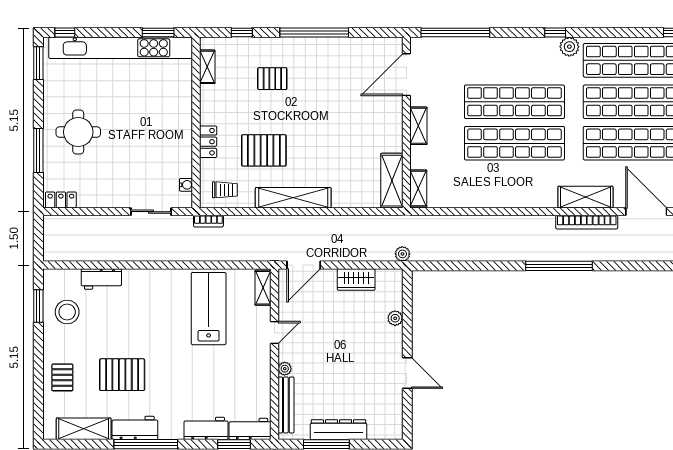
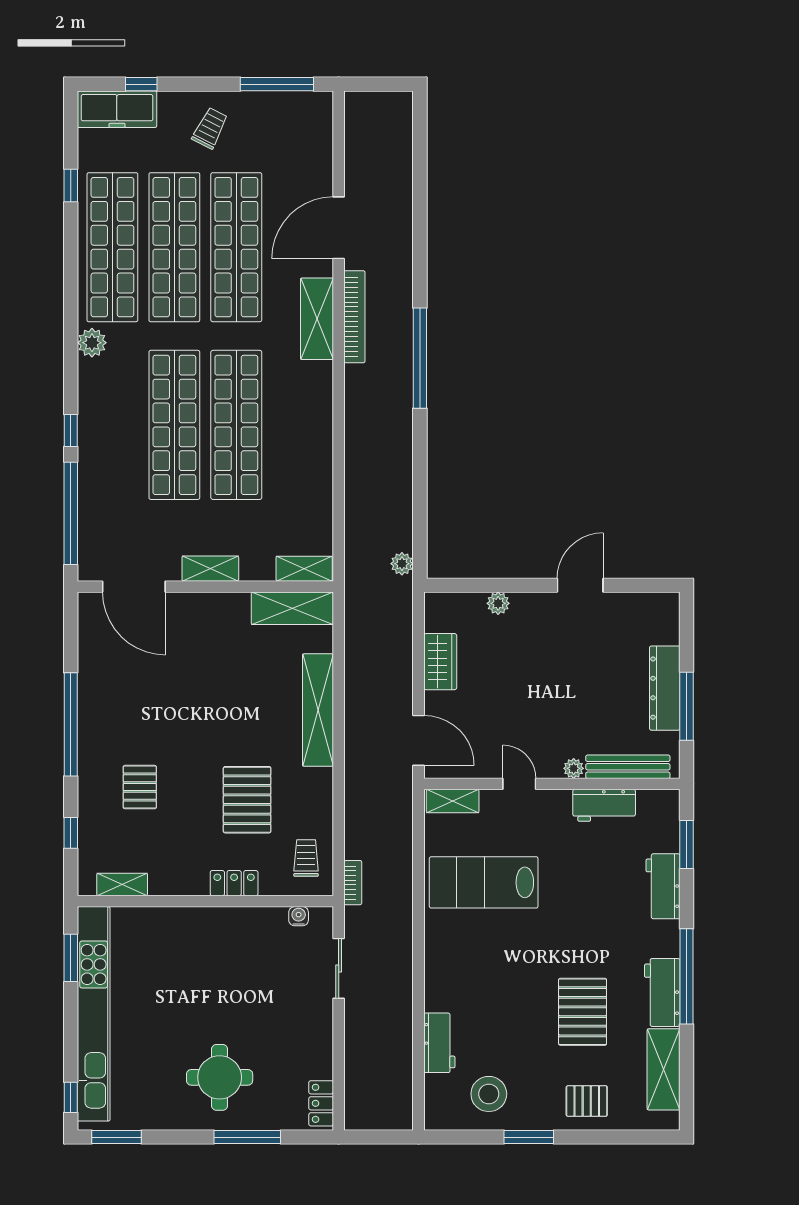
window: (555, 32) -> (71, 430), moved
shelving: (293, 198) -> (318, 710), moved
plant: (402, 254) -> (402, 564), moved
window: (38, 306) -> (529, 1137), moved
workbench: (250, 429) -> (604, 805), moved, turned -90

